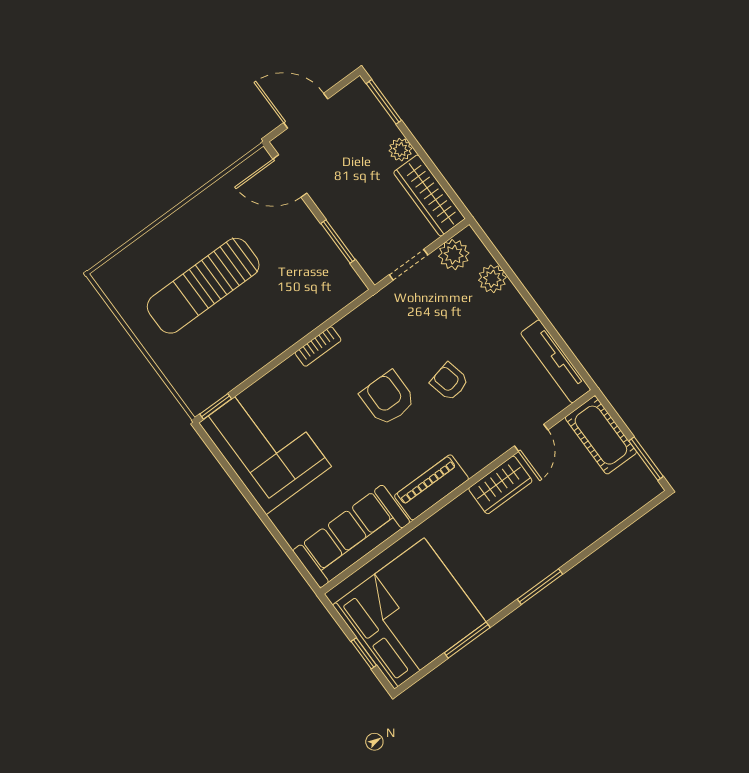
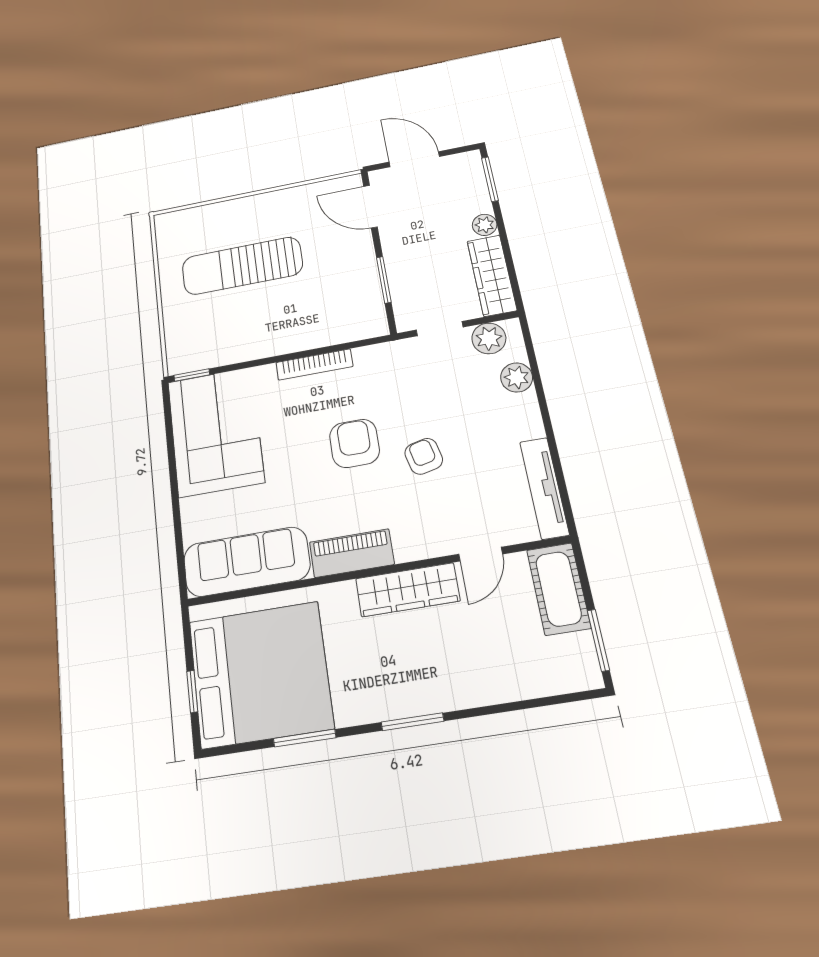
bookcase: (318, 347) -> (314, 364), width x1.56
wardrobe: (500, 485) -> (408, 590), width x1.50

